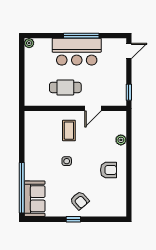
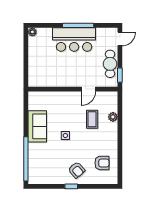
cafe table: (65, 87) -> (110, 64), moved, turned 90
coffee table: (69, 131) -> (92, 119), moved
armchair: (109, 170) -> (102, 163), moved
sofa: (35, 199) -> (37, 126), moved

